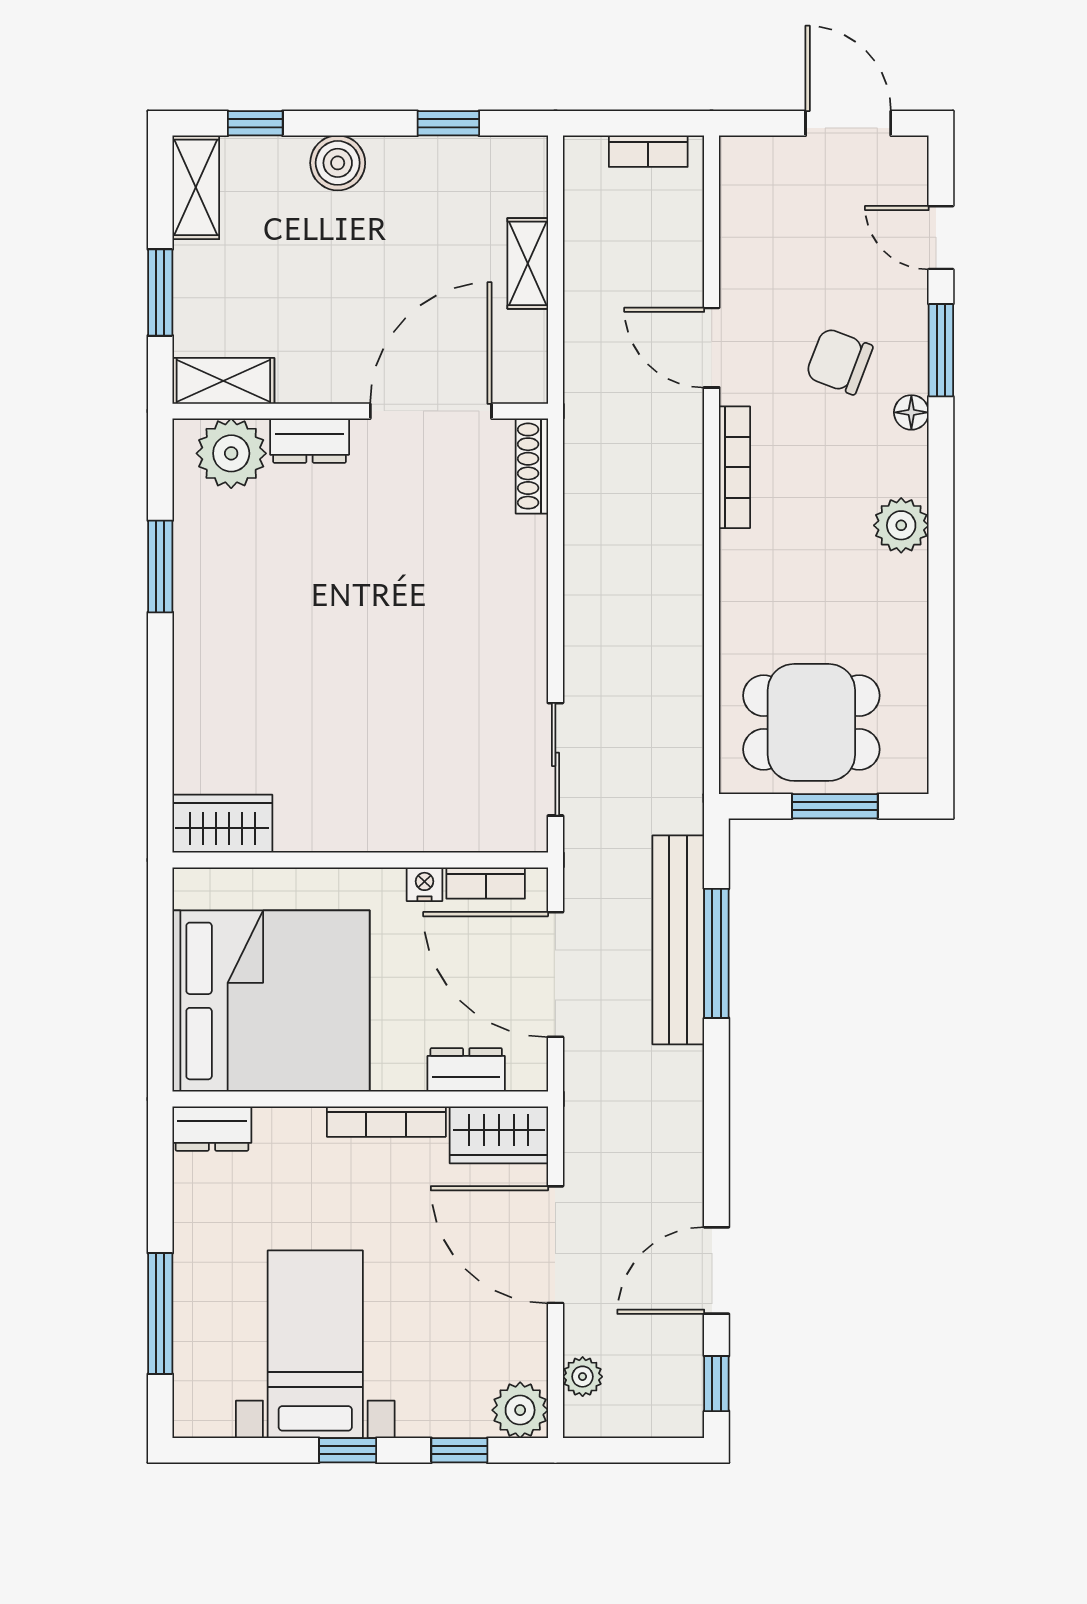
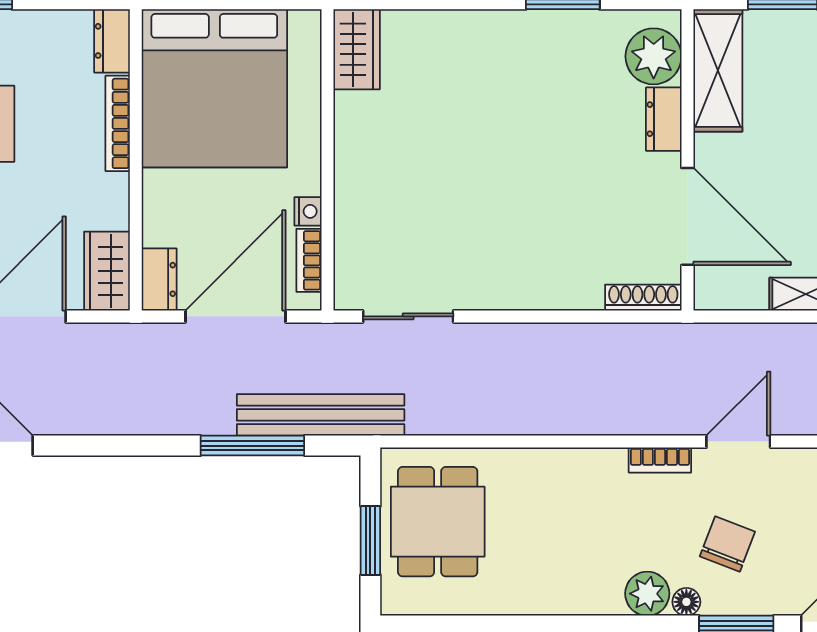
shelving: (223, 381) -> (718, 70), width x1.50, depth x1.33
bookcase: (734, 467) -> (660, 460), width x0.64
plant: (901, 525) -> (647, 594), moved
bench: (678, 940) -> (321, 415), moved
dresser: (466, 1070) -> (159, 279), moved
bookcase: (386, 1122) -> (118, 123), moved

